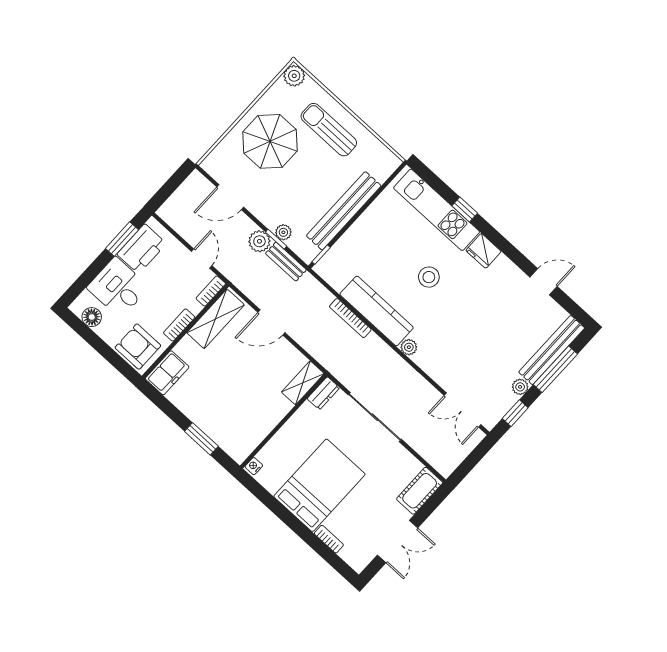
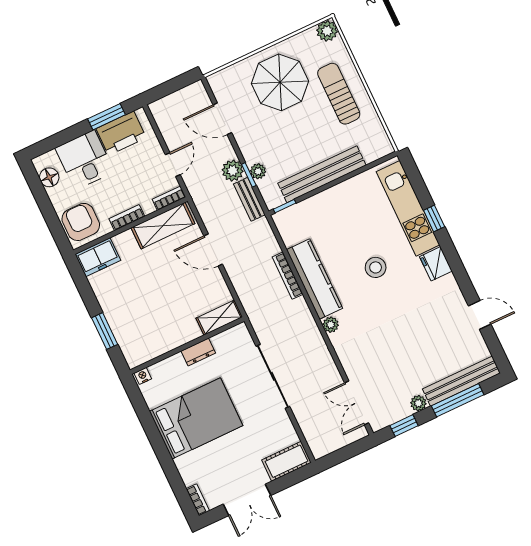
dresser: (323, 393) -> (198, 352), moved
bookcase: (329, 539) -> (198, 500), moved

